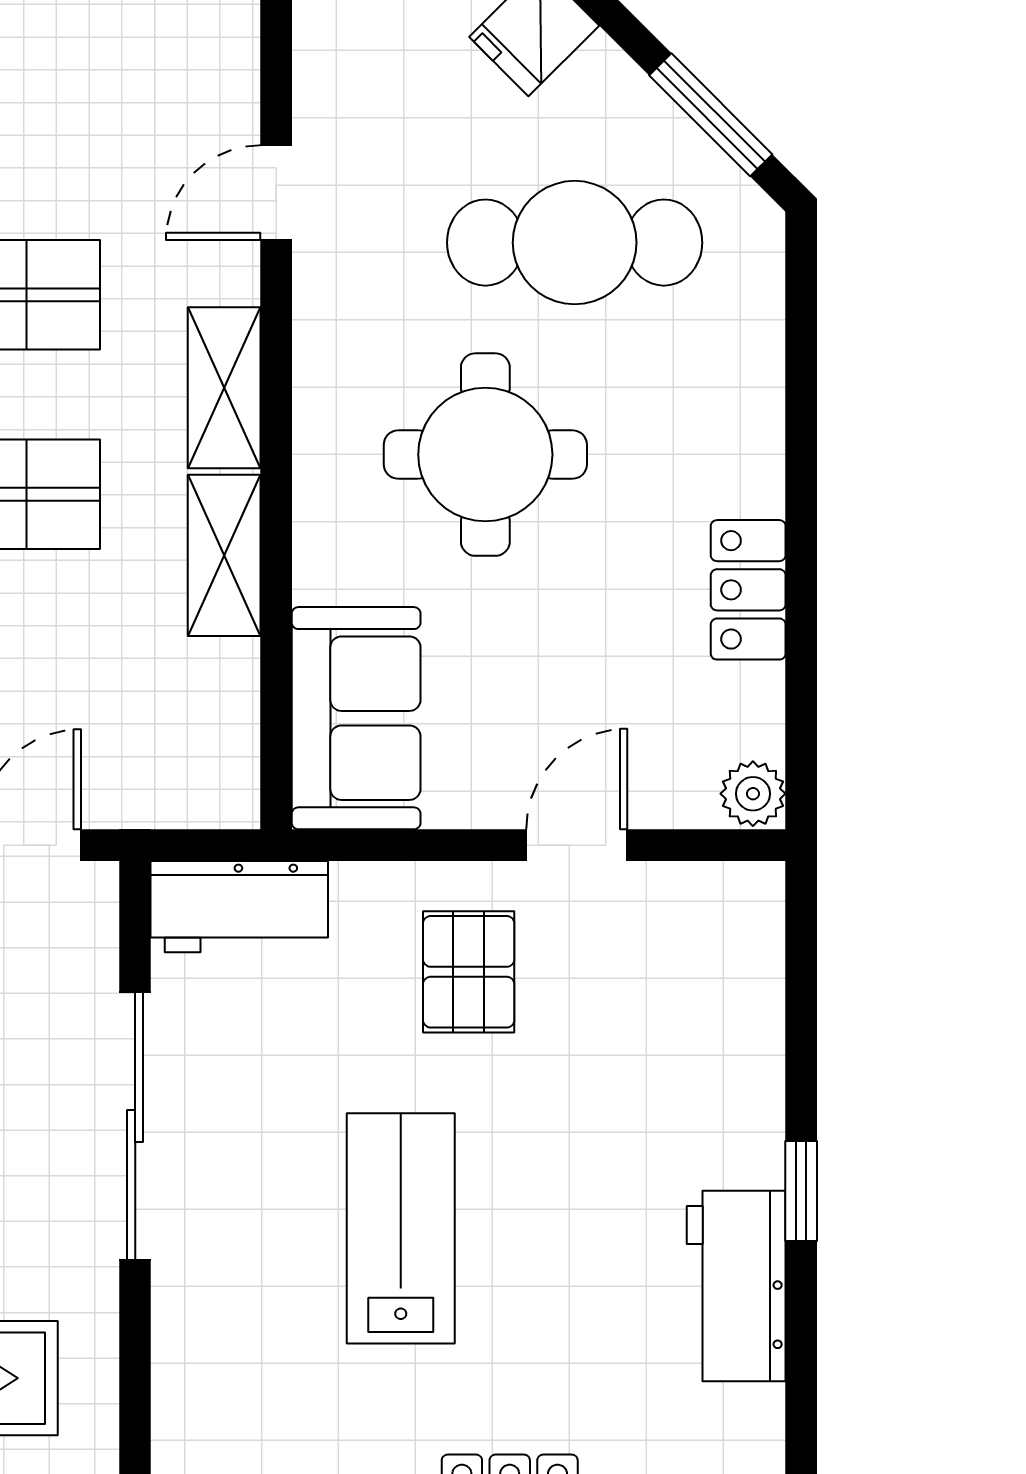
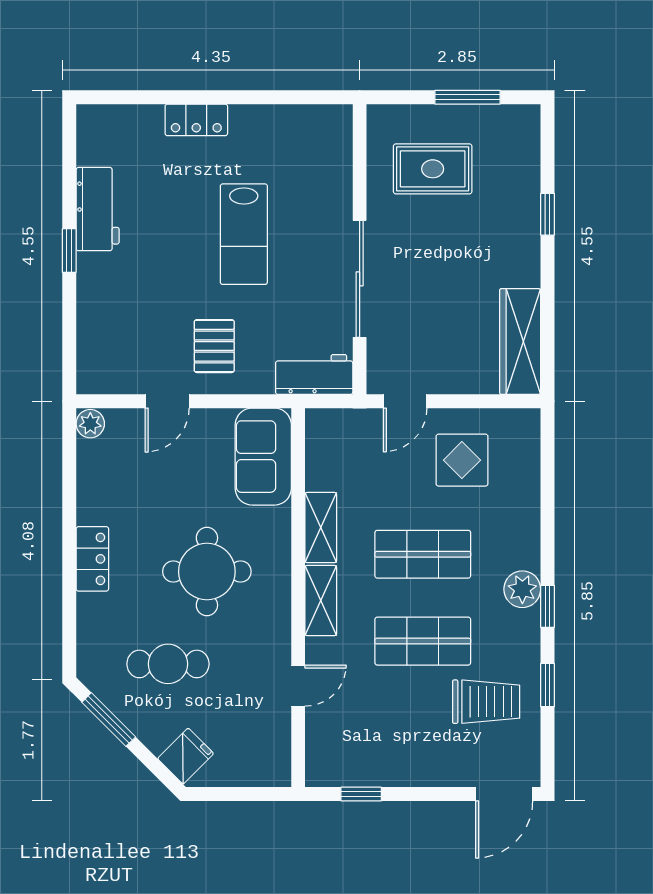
cafe table: (575, 243) -> (168, 664), width x0.73, depth x0.74
locker: (748, 590) -> (92, 559), moved

